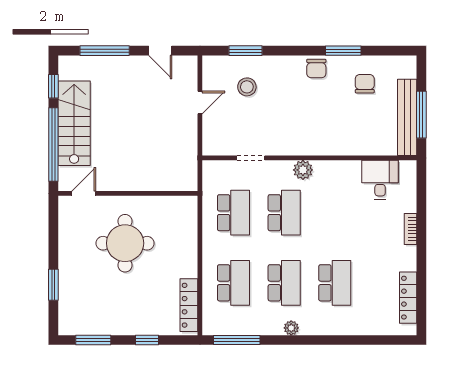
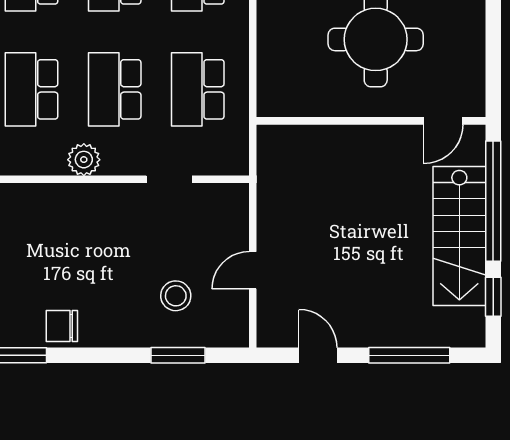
chair: (316, 68) -> (62, 326), turned -90
school desk: (335, 213) -> (32, 89), added

